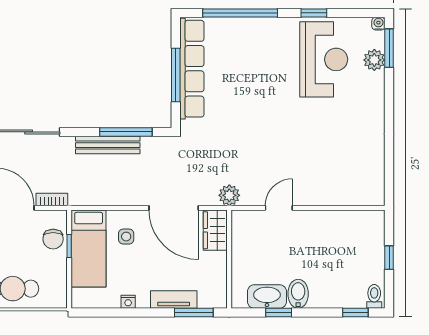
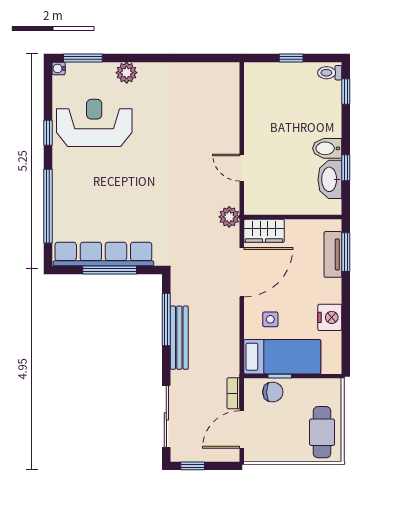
plant: (374, 60) -> (127, 73), moved
tv unit: (174, 300) -> (333, 254), moved
nightstand: (128, 302) -> (330, 317), width x1.89, depth x1.79

